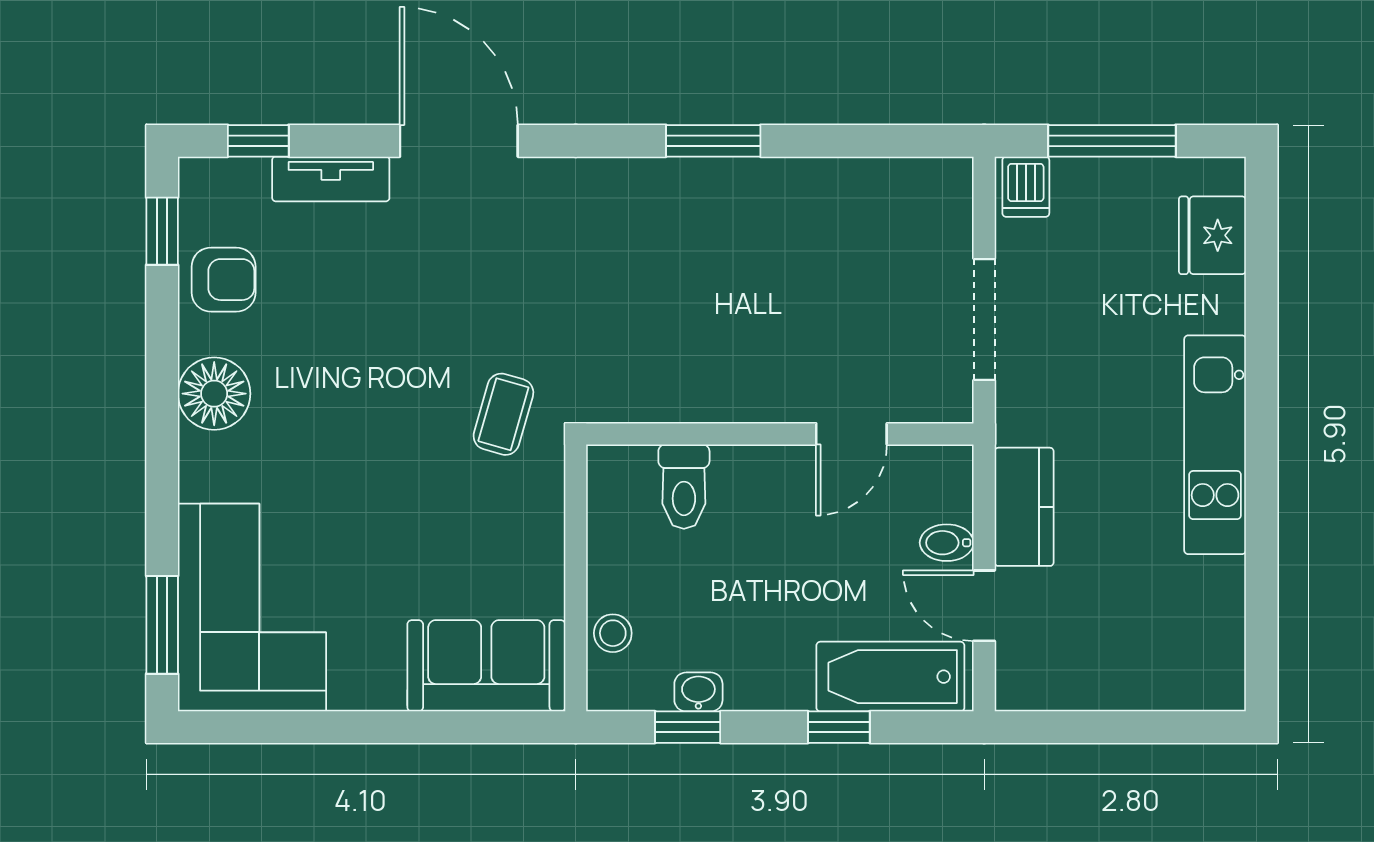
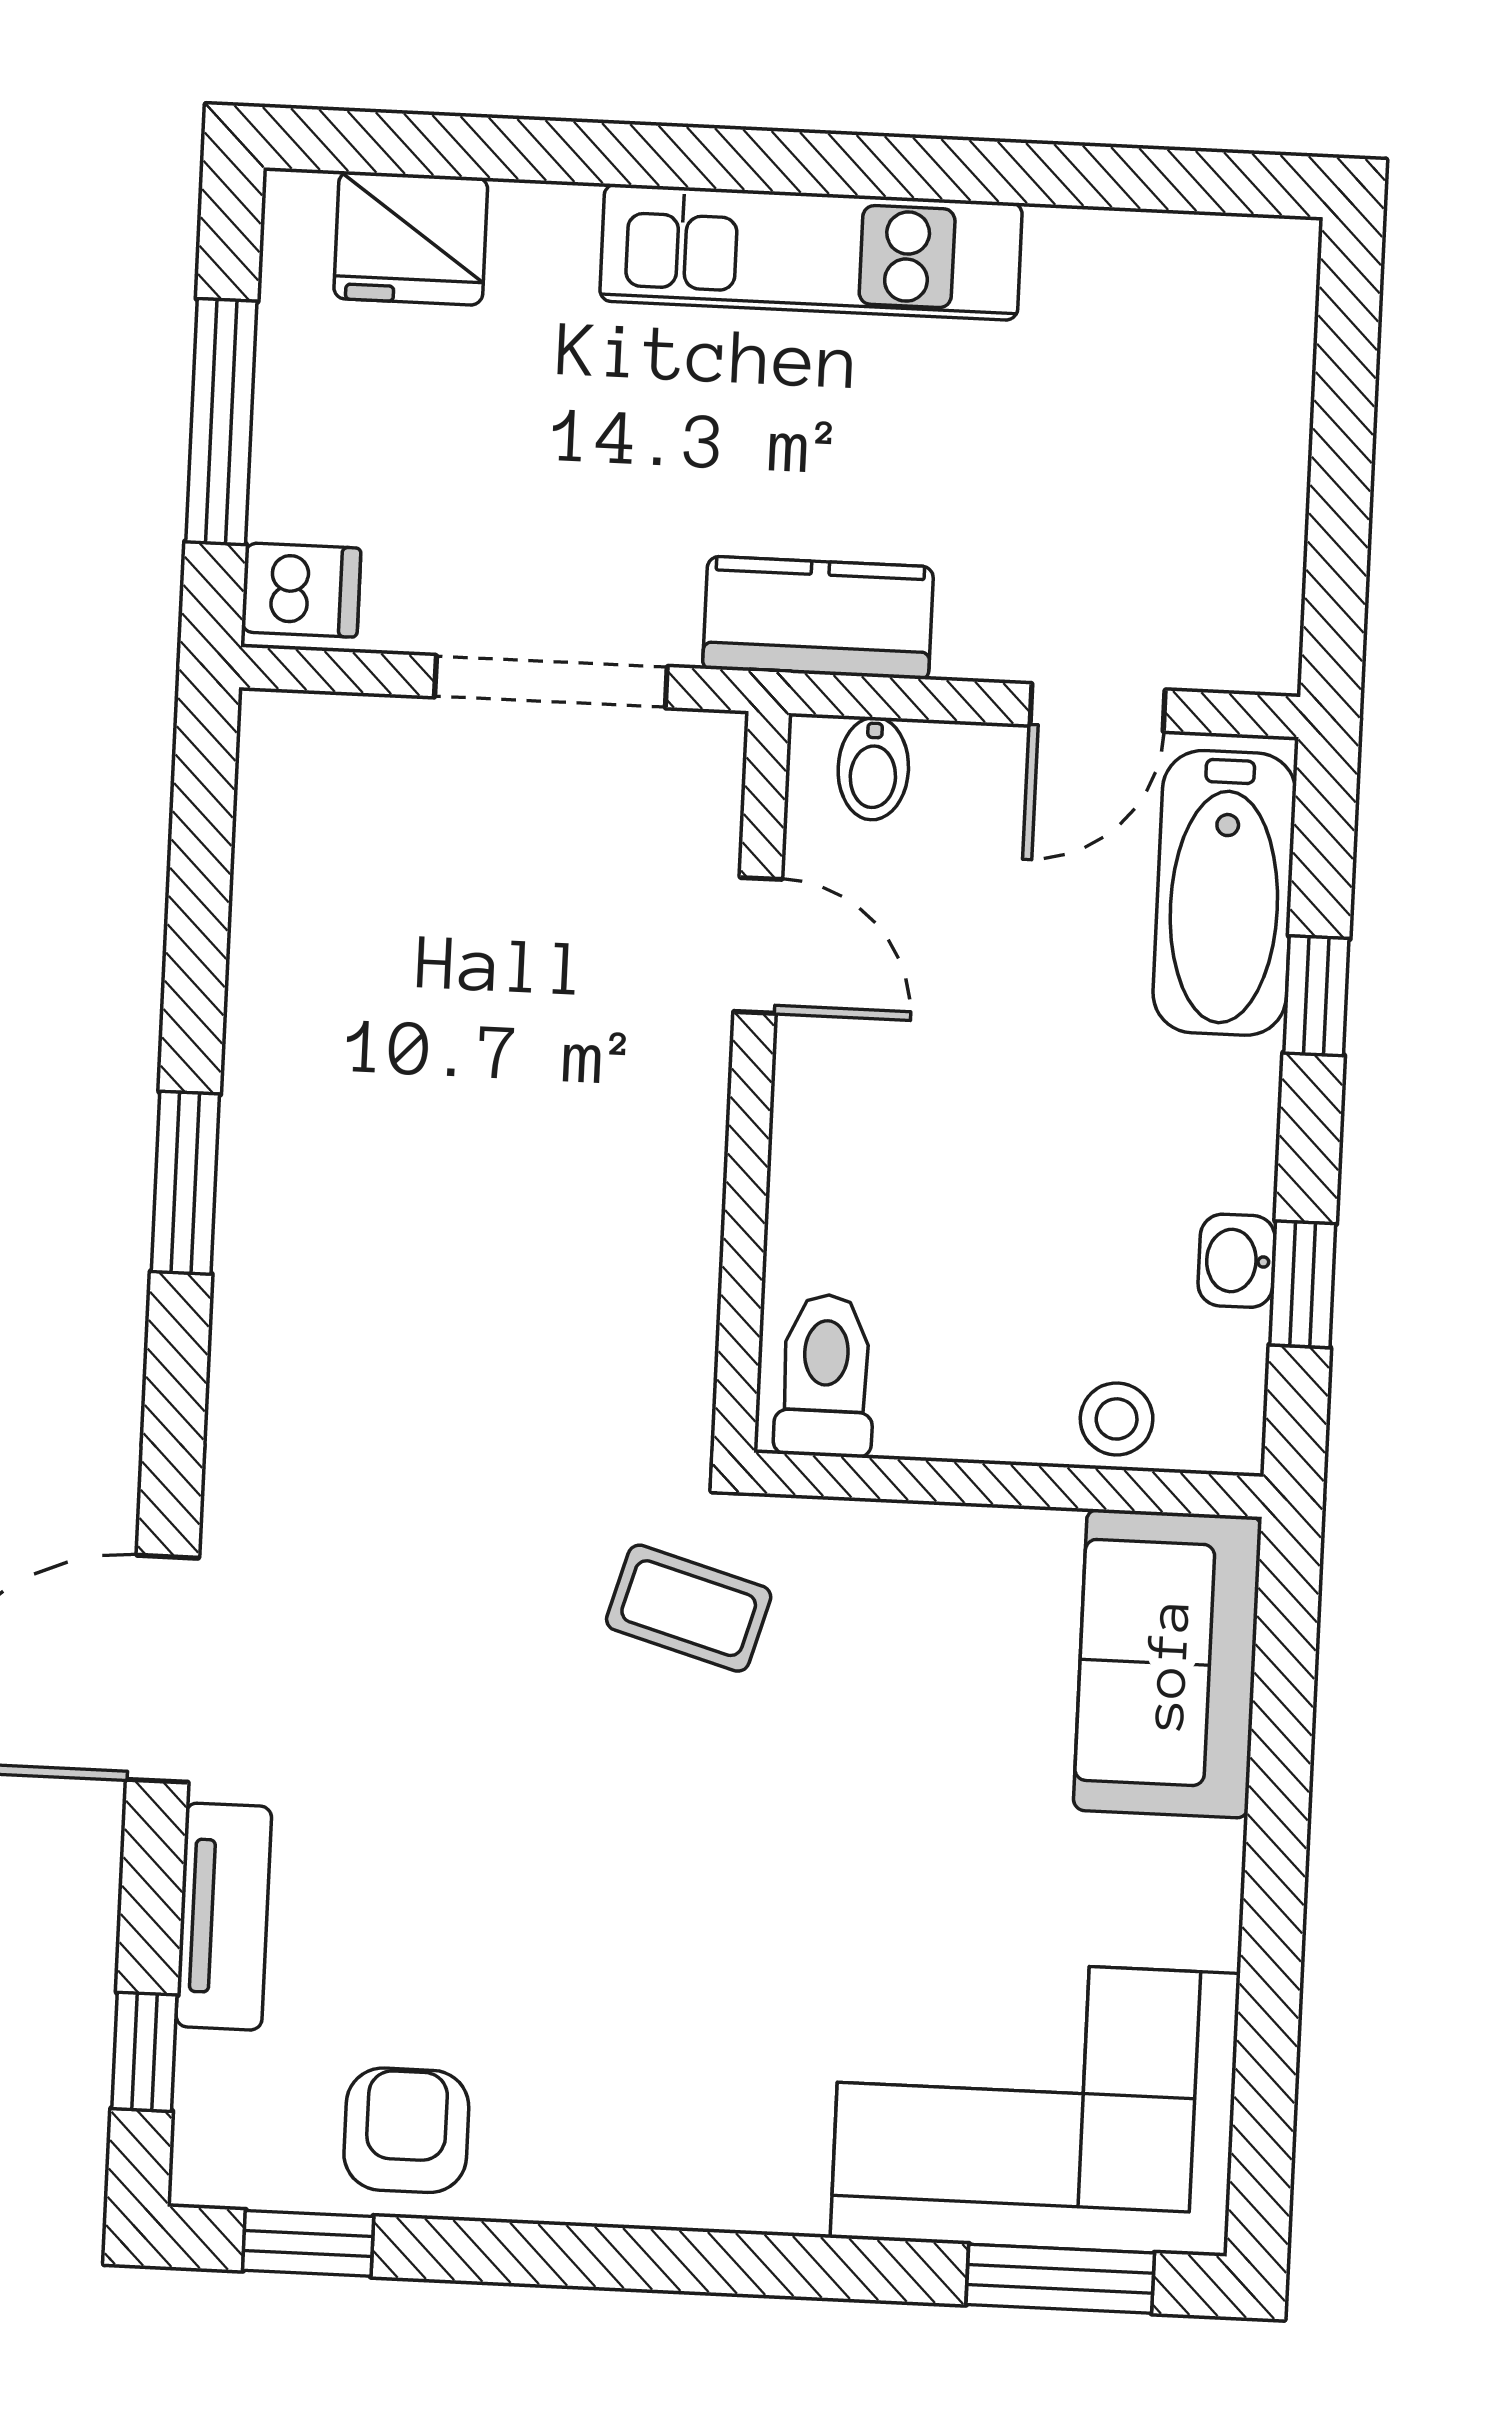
floor lamp: (214, 394) -> (623, 2159), removed
toilet: (684, 487) -> (825, 1375), moved, turned -90
kitchen counter: (1024, 507) -> (818, 618), moved
bidet: (947, 543) -> (873, 769), moved

